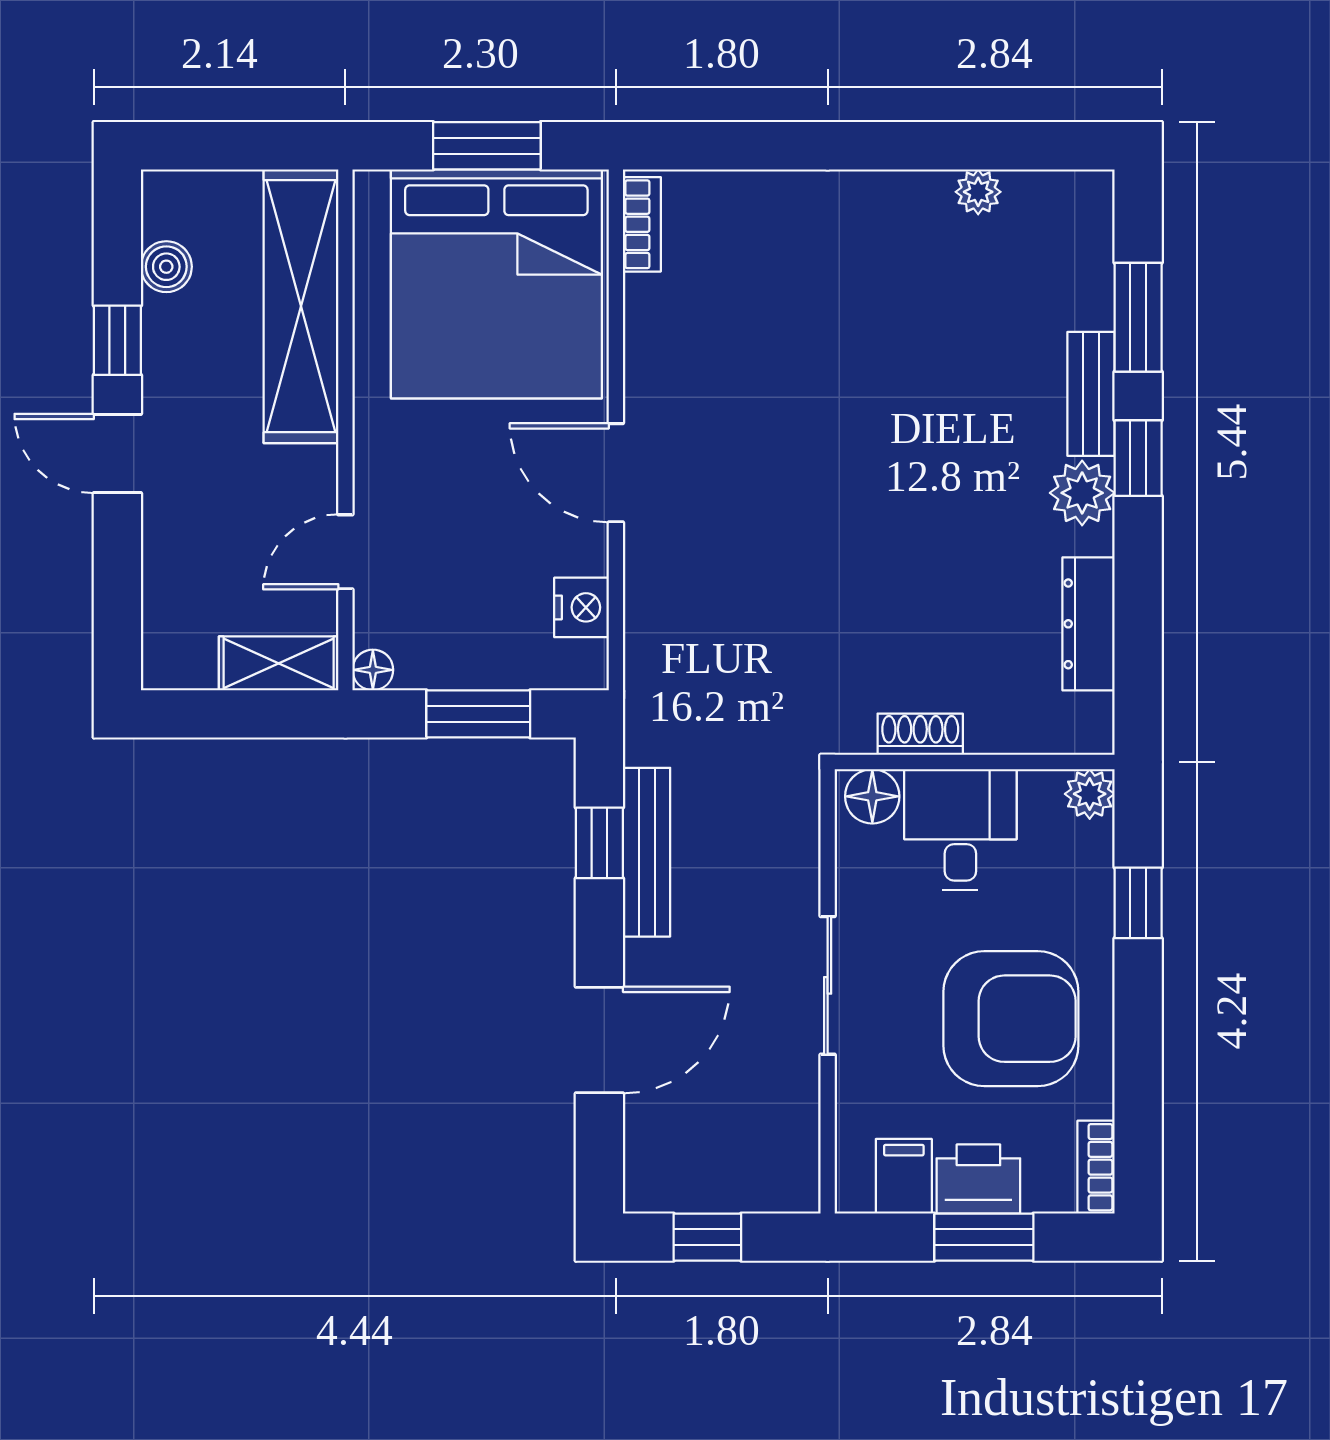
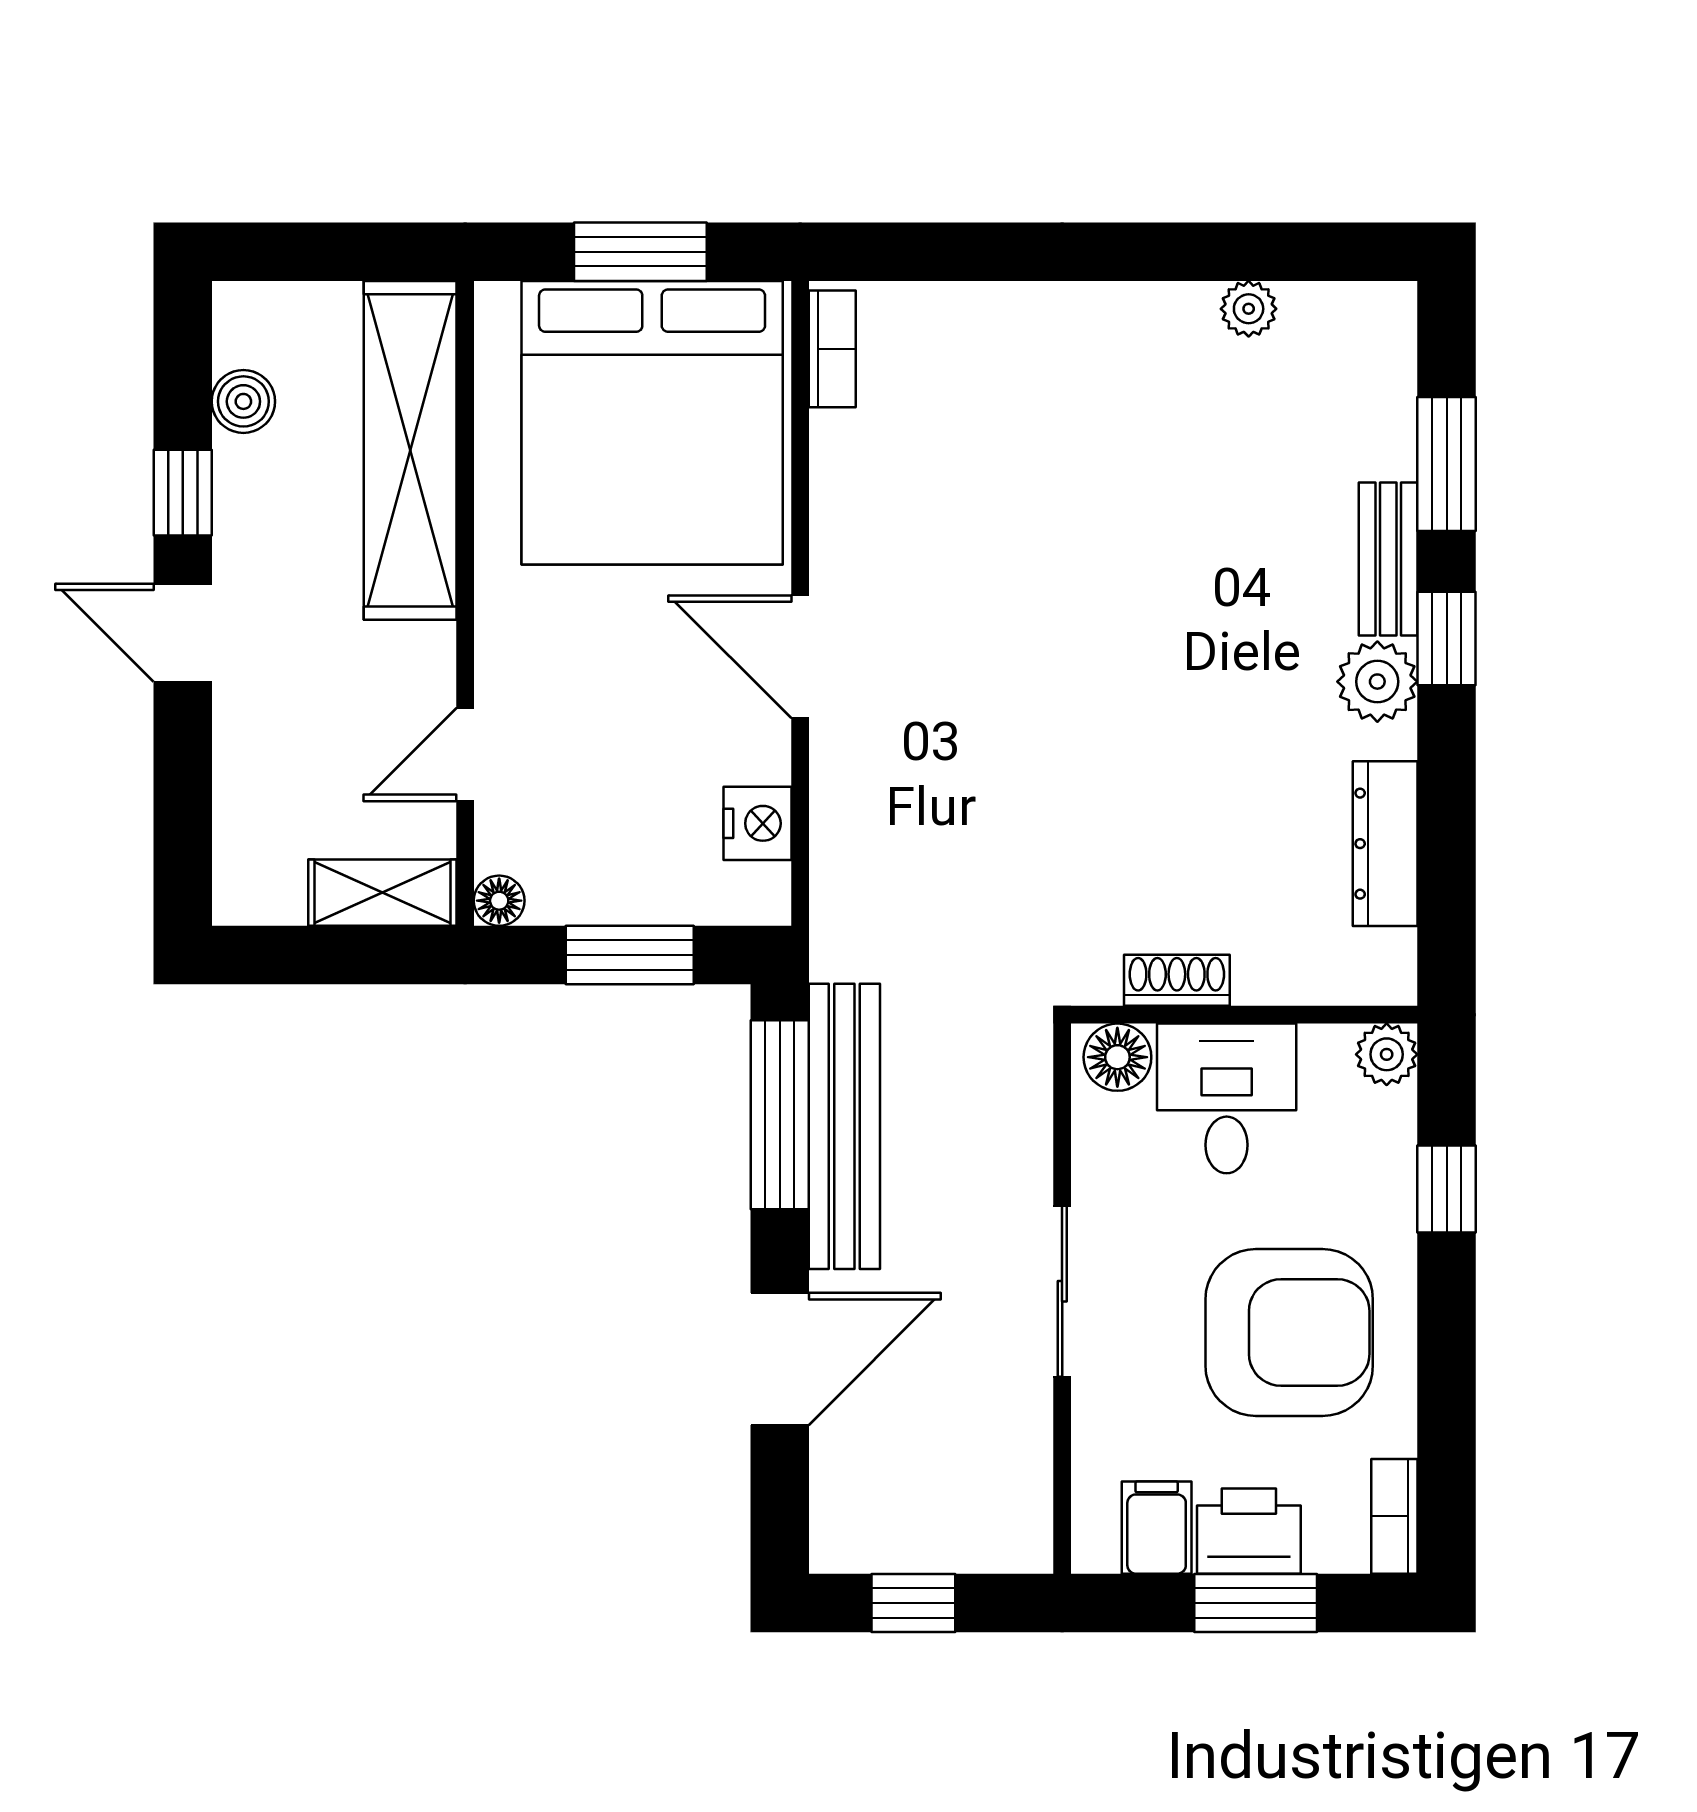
window: (599, 843) -> (780, 1115), width x2.17
bench: (647, 852) -> (844, 1126), width x1.37, depth x1.21

